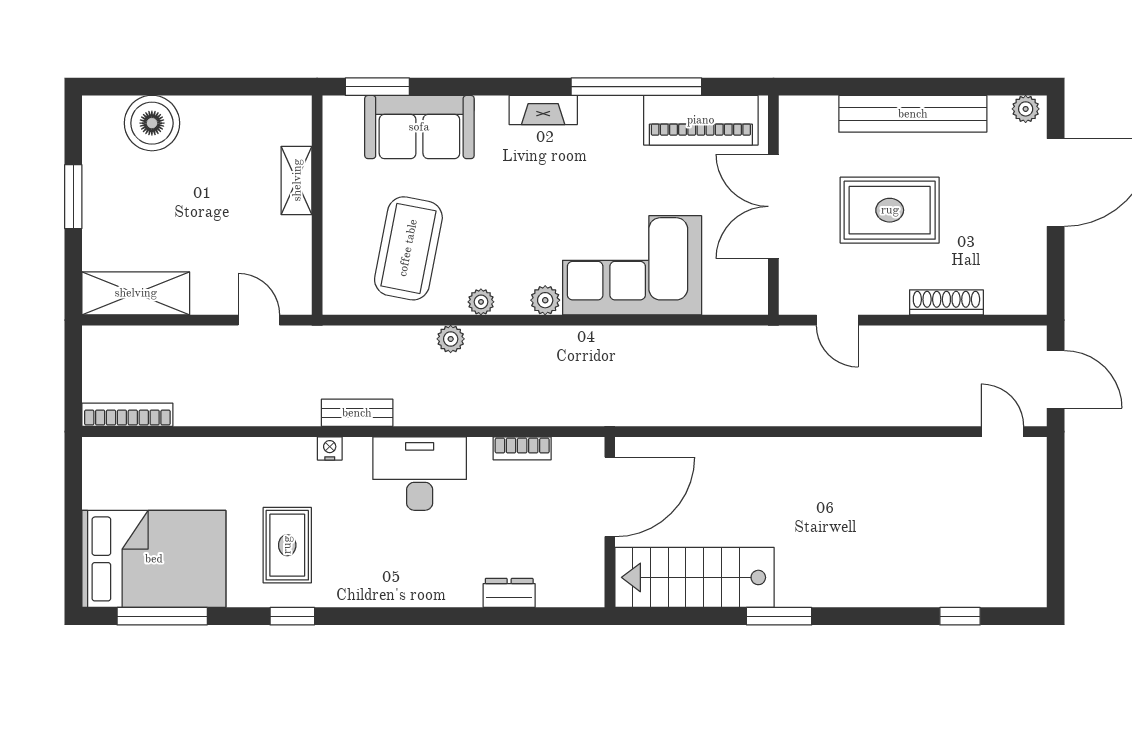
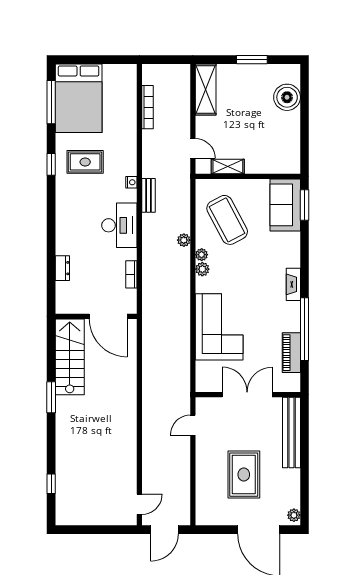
bench: (913, 114) -> (292, 433), moved
piano: (701, 120) -> (291, 353), width x0.73, depth x0.75
sofa: (419, 127) -> (285, 205), moved
shelving: (297, 180) -> (228, 166), moved
rug: (890, 210) -> (244, 475), moved
coffee table: (408, 248) -> (227, 220), turned 51
plant: (545, 300) -> (202, 269), moved
shoe rack: (946, 302) -> (201, 477), removed
door: (259, 320) -> (193, 148), hinge flipped
bookcase: (127, 415) -> (148, 107), moved

